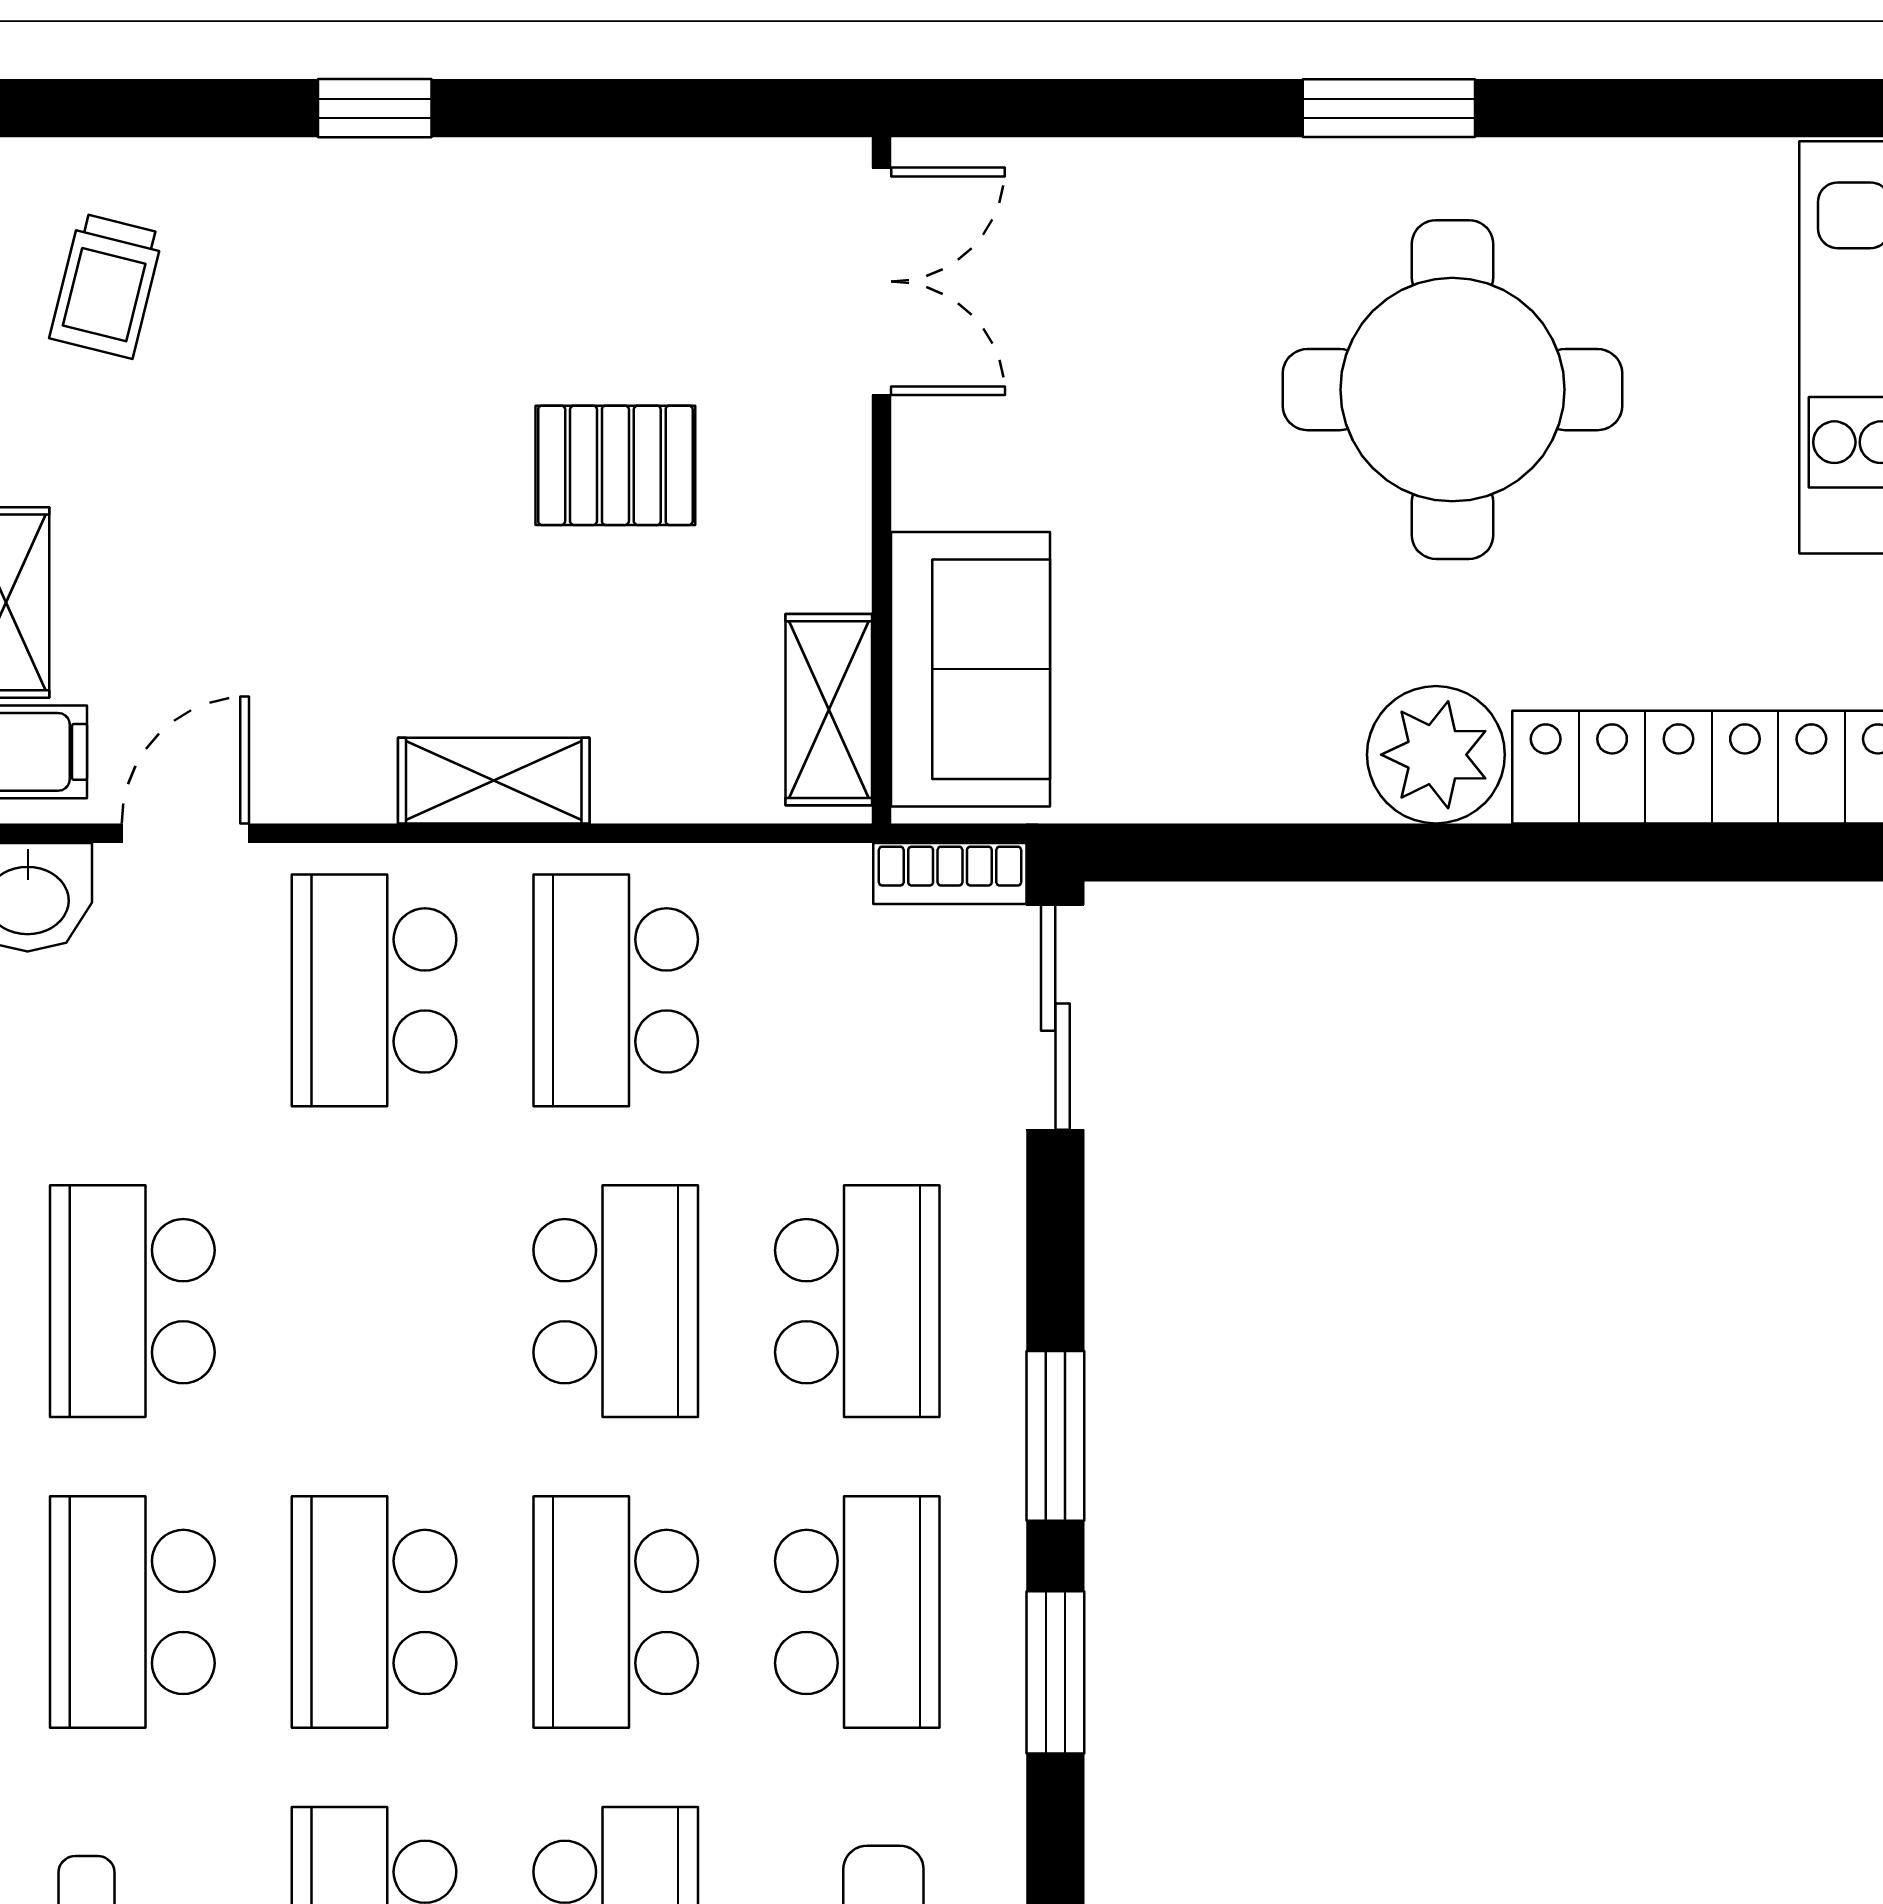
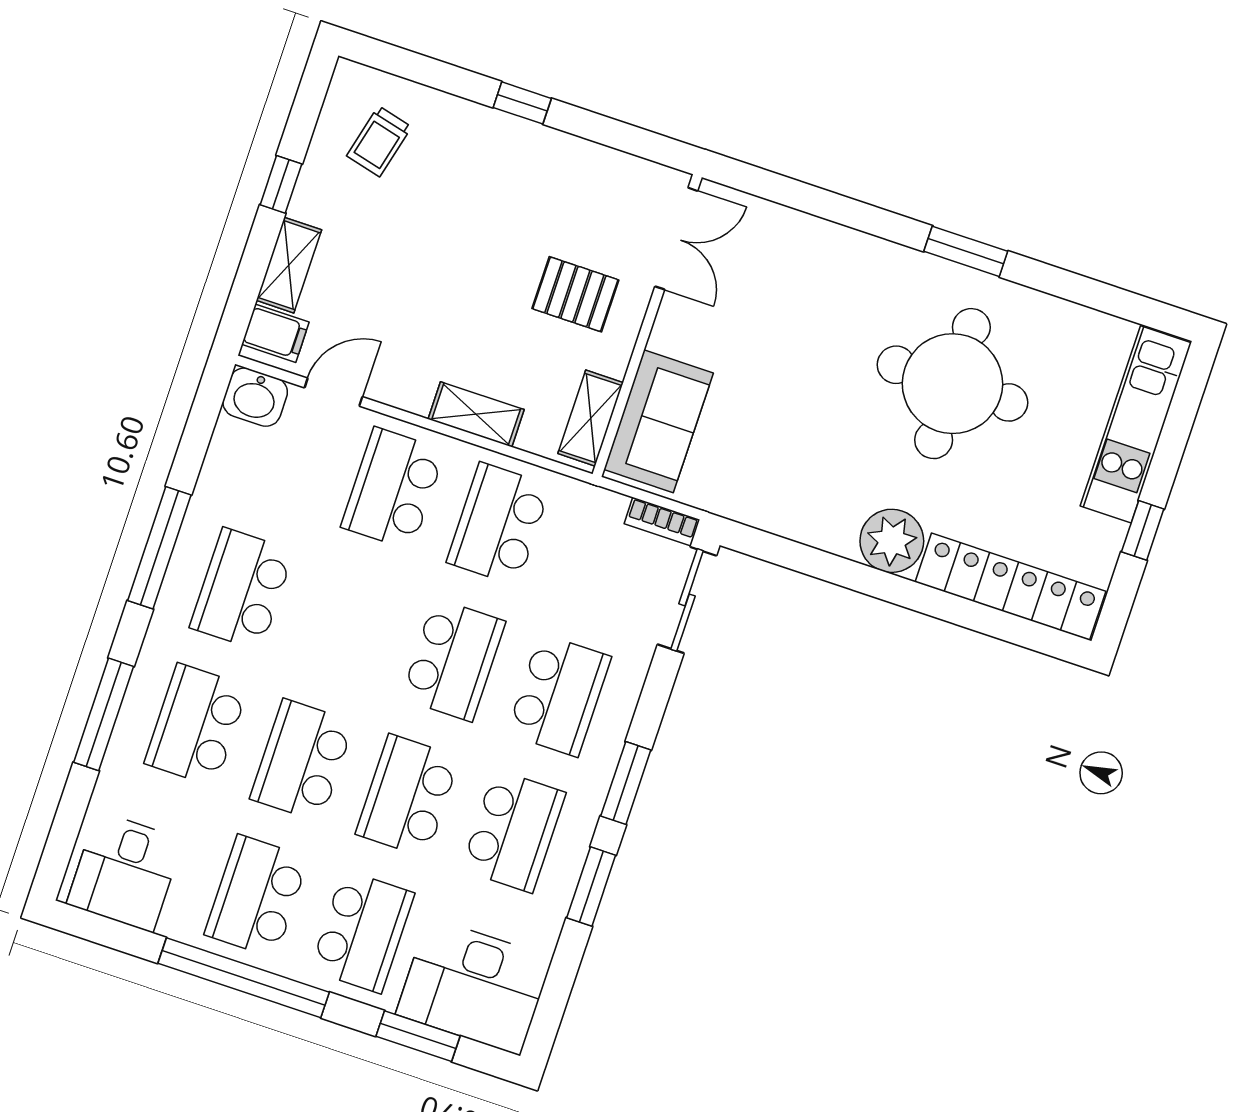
double door: (881, 281) -> (676, 239), moved
wall: (881, 480) -> (647, 326), moved
sofa: (971, 669) -> (659, 421), moved
shelving: (829, 710) -> (591, 418), moved

